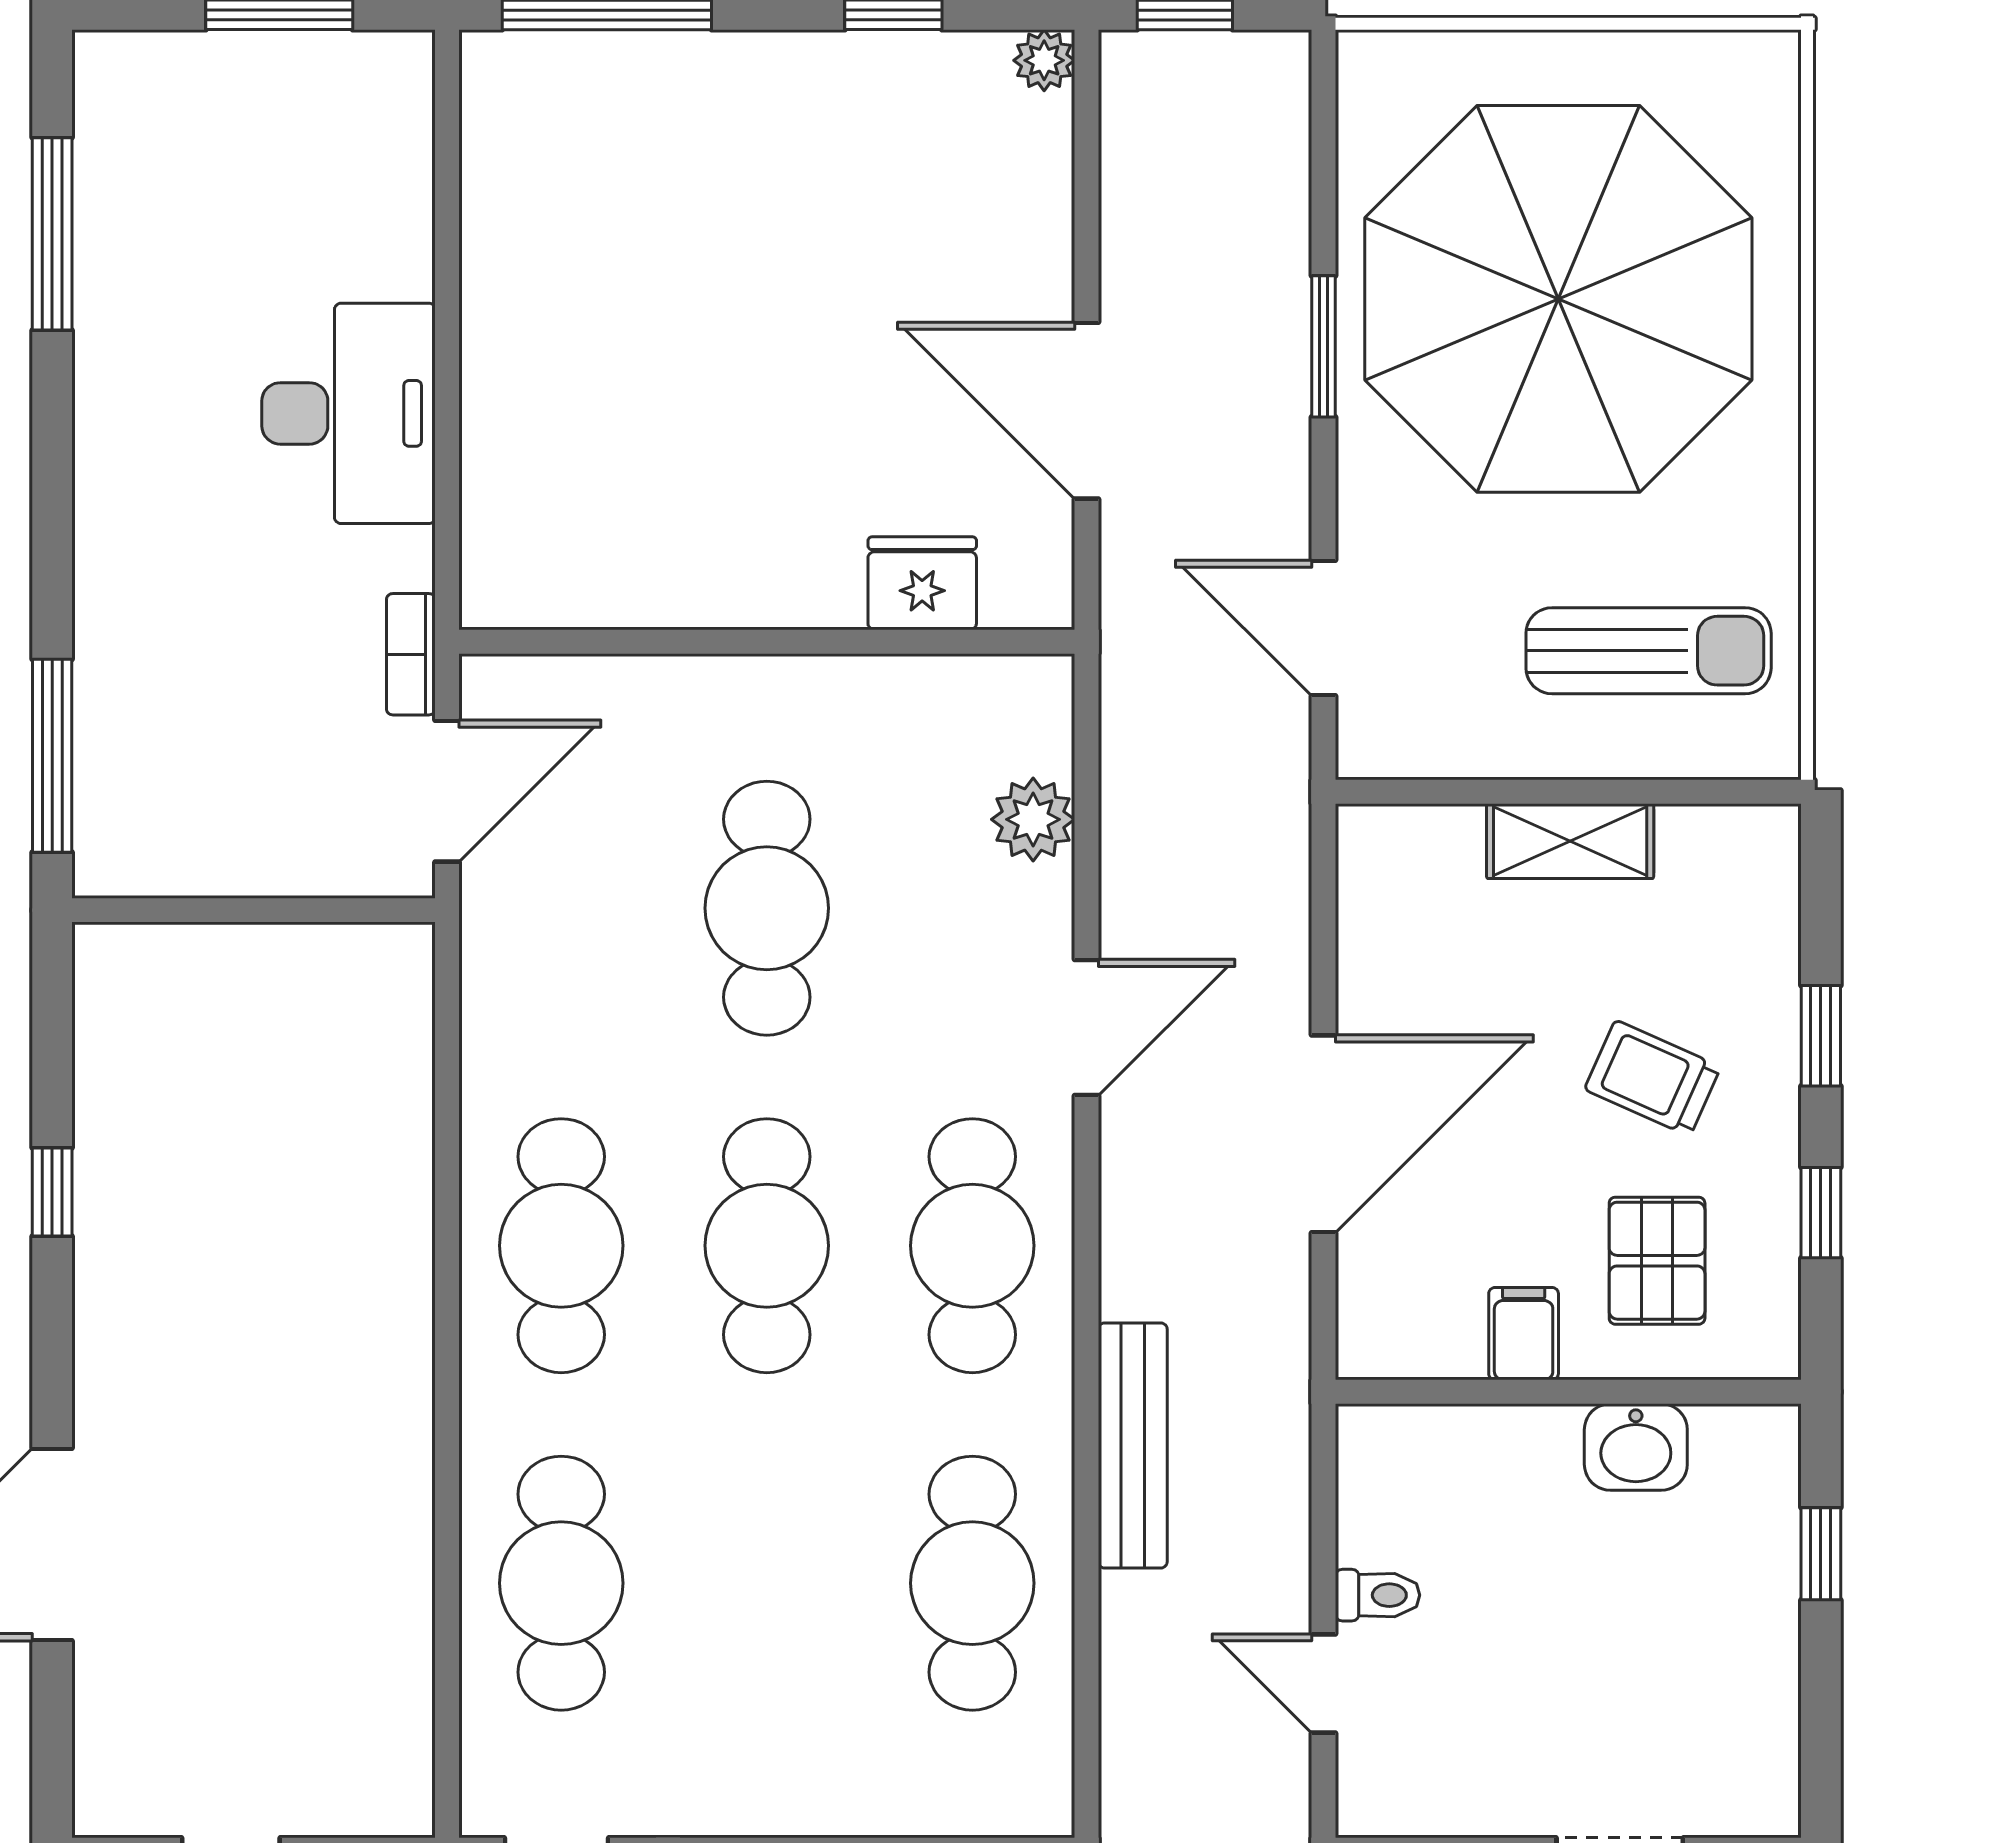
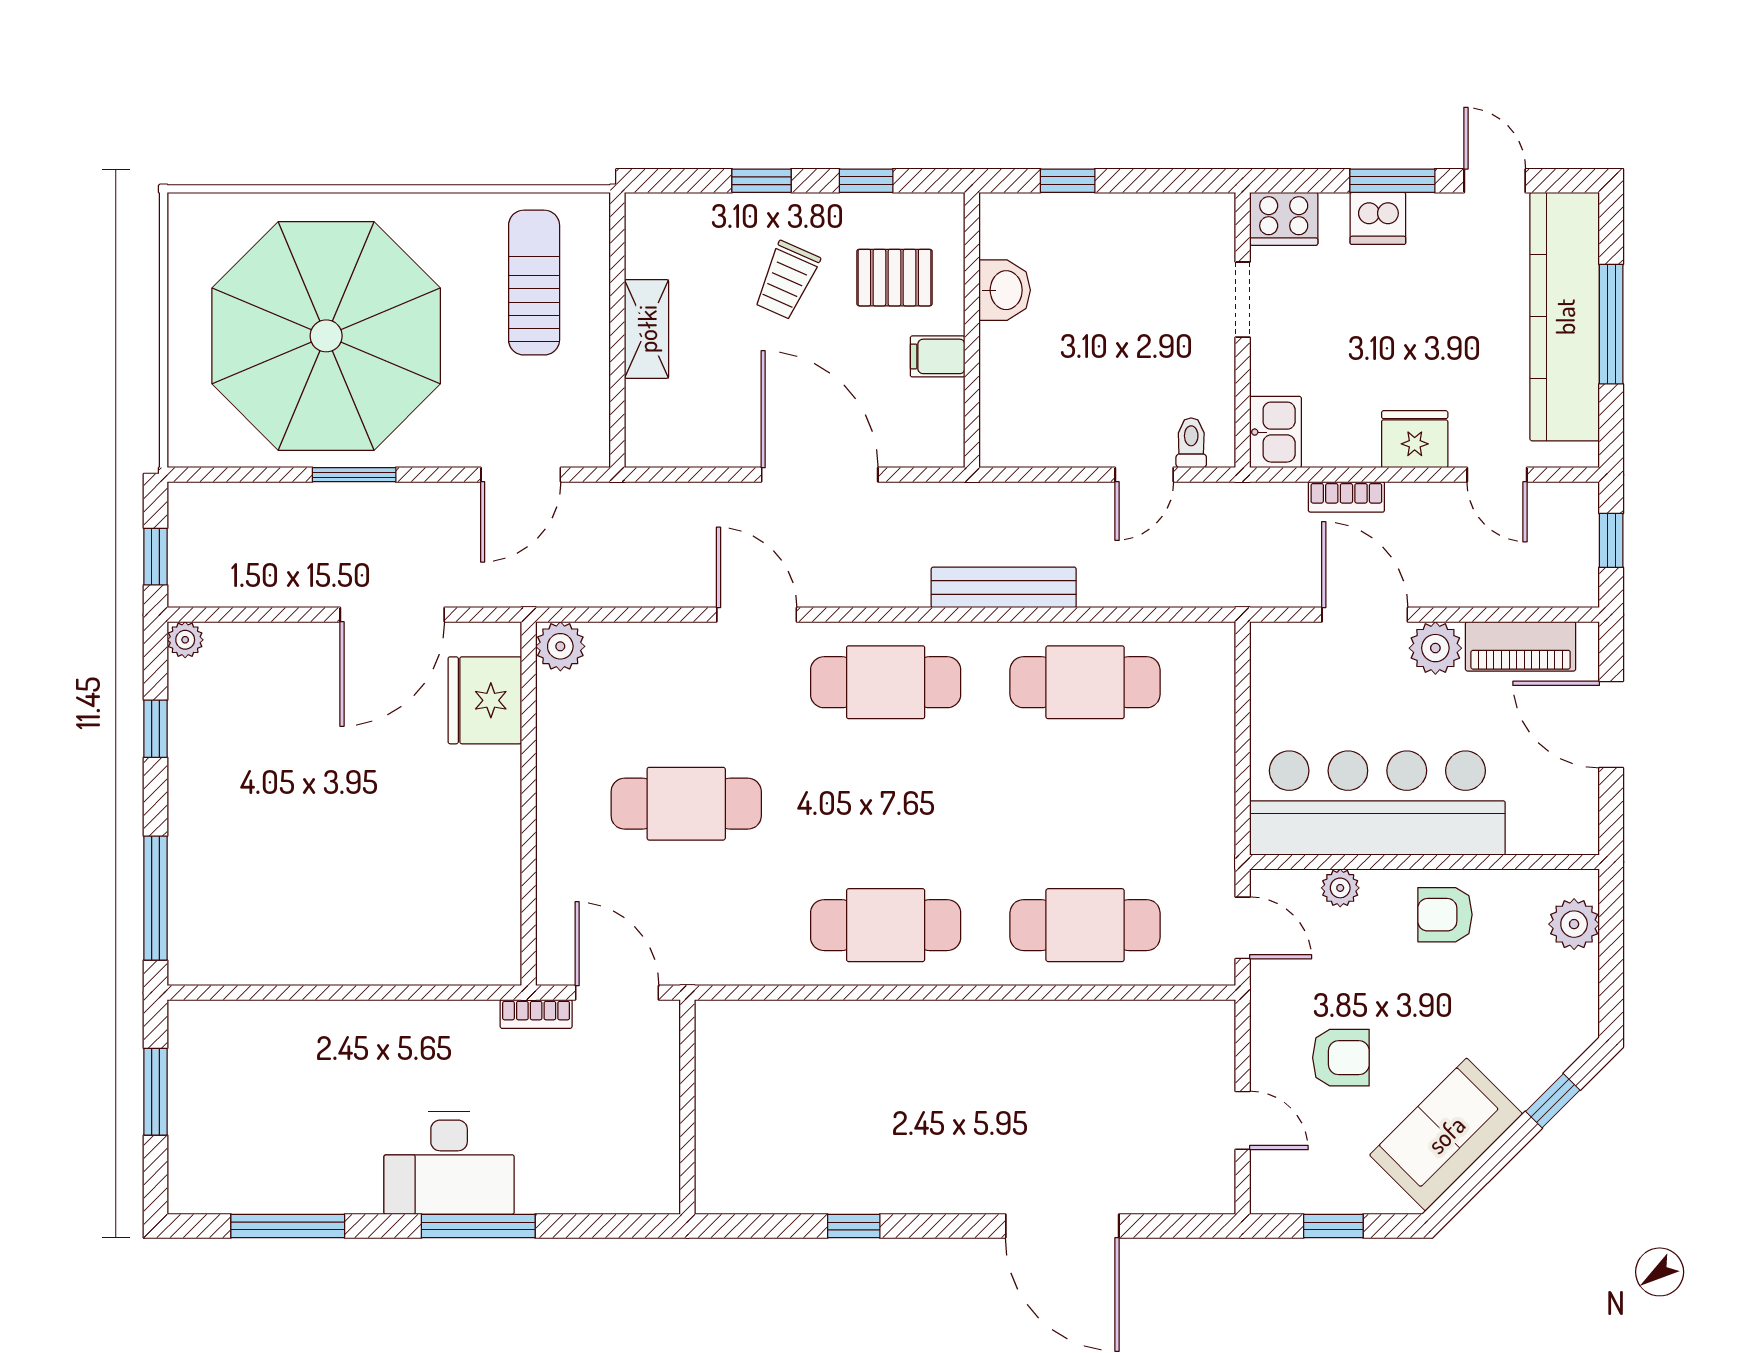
desk: (349, 413) -> (449, 1163), moved, turned 180
fridge: (922, 583) -> (485, 700), width x1.36, depth x1.34
window: (52, 756) -> (478, 1226), moved
plant: (1033, 819) -> (560, 646), moved
cafe table: (767, 1246) -> (886, 804), removed
toilet: (1378, 1595) -> (1191, 443), moved

